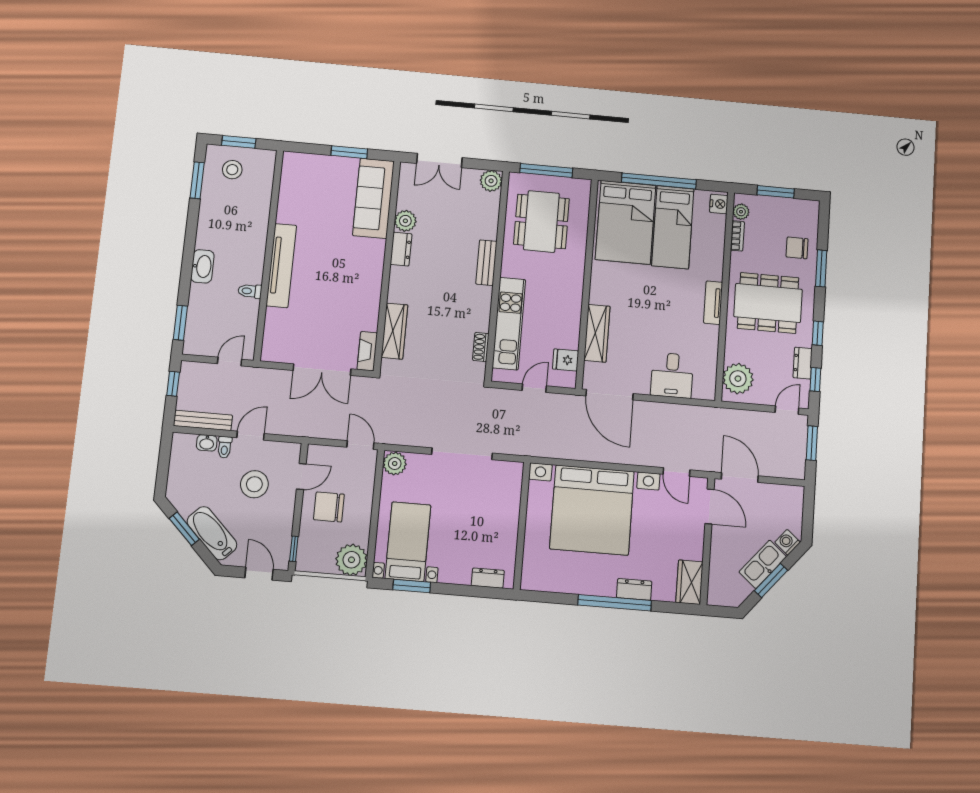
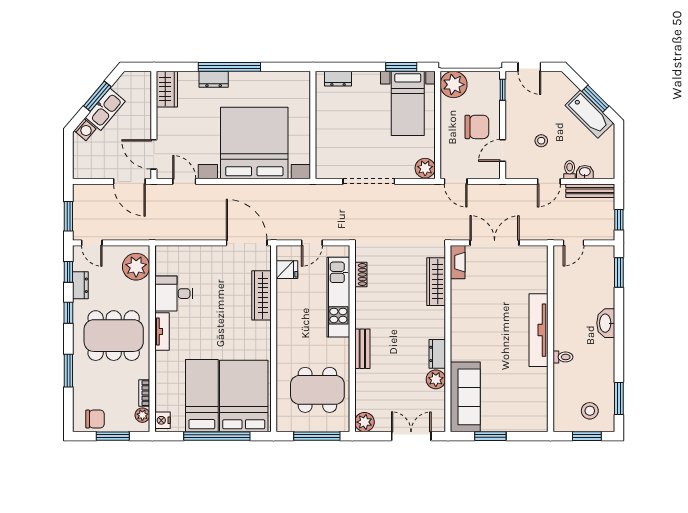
dining table: (541, 221) -> (317, 390), turned 90
chair: (797, 248) -> (95, 419), moved
toilet: (250, 291) -> (563, 357), moved
desk: (672, 375) -> (174, 294), moved, turned -90
door: (787, 410) -> (92, 243), hinge flipped
stool: (254, 484) -> (541, 141), width x0.53, depth x0.53
bathtub: (212, 533) -> (589, 114), moved

